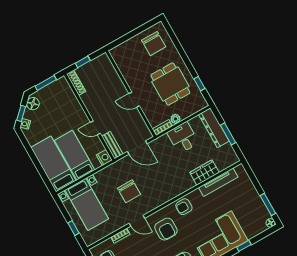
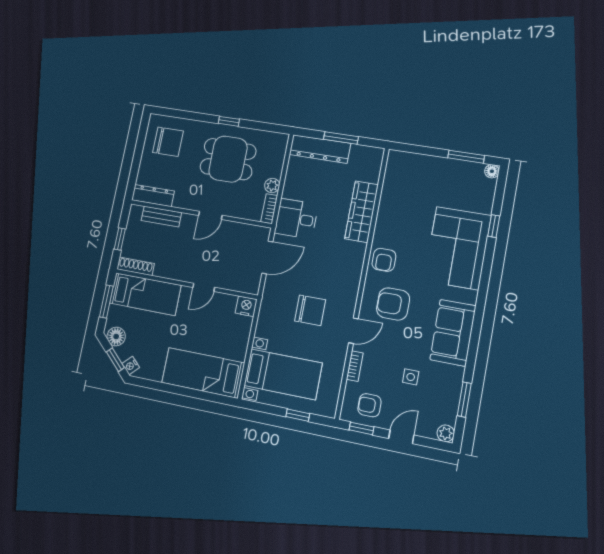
dresser: (119, 60) -> (153, 196), added
window: (199, 84) -> (229, 121), moved
desk: (183, 138) -> (296, 219), moved
bench: (112, 145) -> (161, 216), moved
bed: (75, 155) -> (145, 294), moved, turned 180
wardrobe: (204, 173) -> (362, 212), width x1.50
tv unit: (218, 182) -> (389, 195), removed
armchair: (166, 229) -> (393, 304), turned 180

